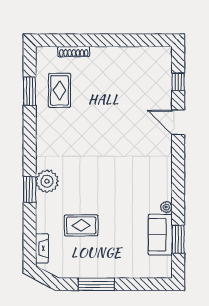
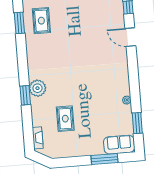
rug: (81, 225) -> (65, 119), turned 90
sofa: (160, 235) -> (119, 145), moved, turned 90
window: (96, 284) -> (104, 159), moved

